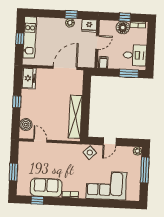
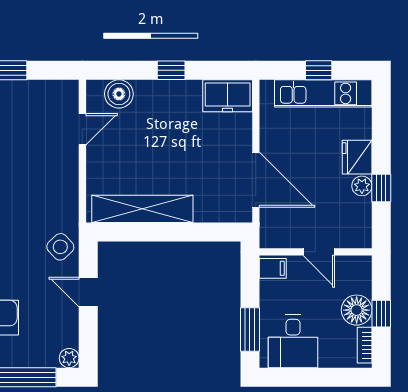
fridge: (89, 26) -> (357, 157), moved

